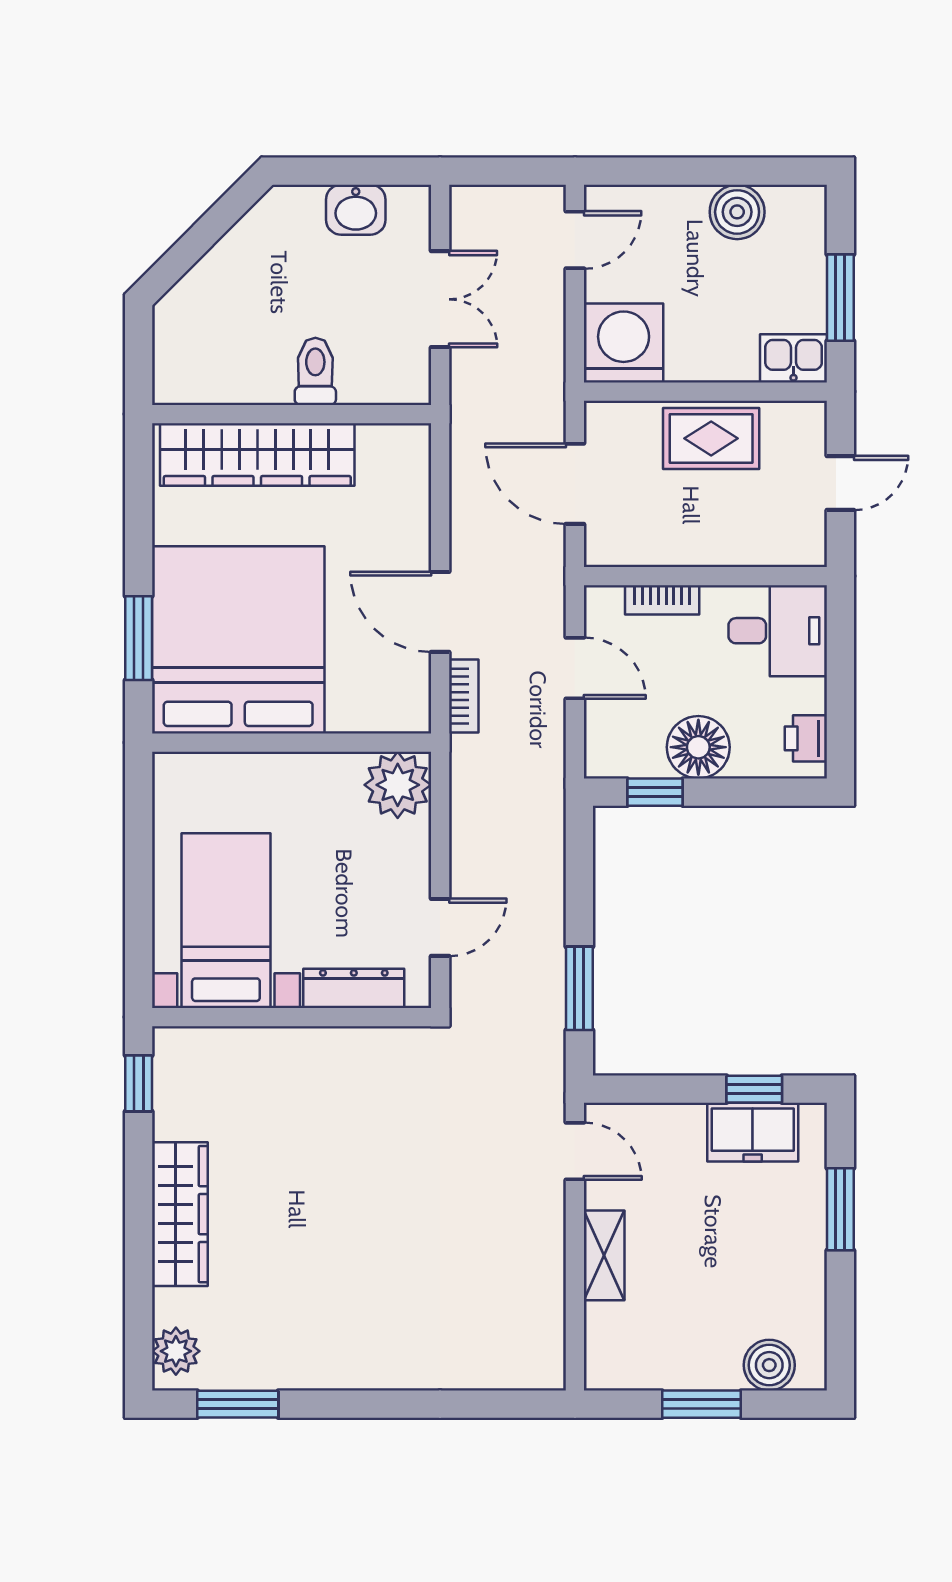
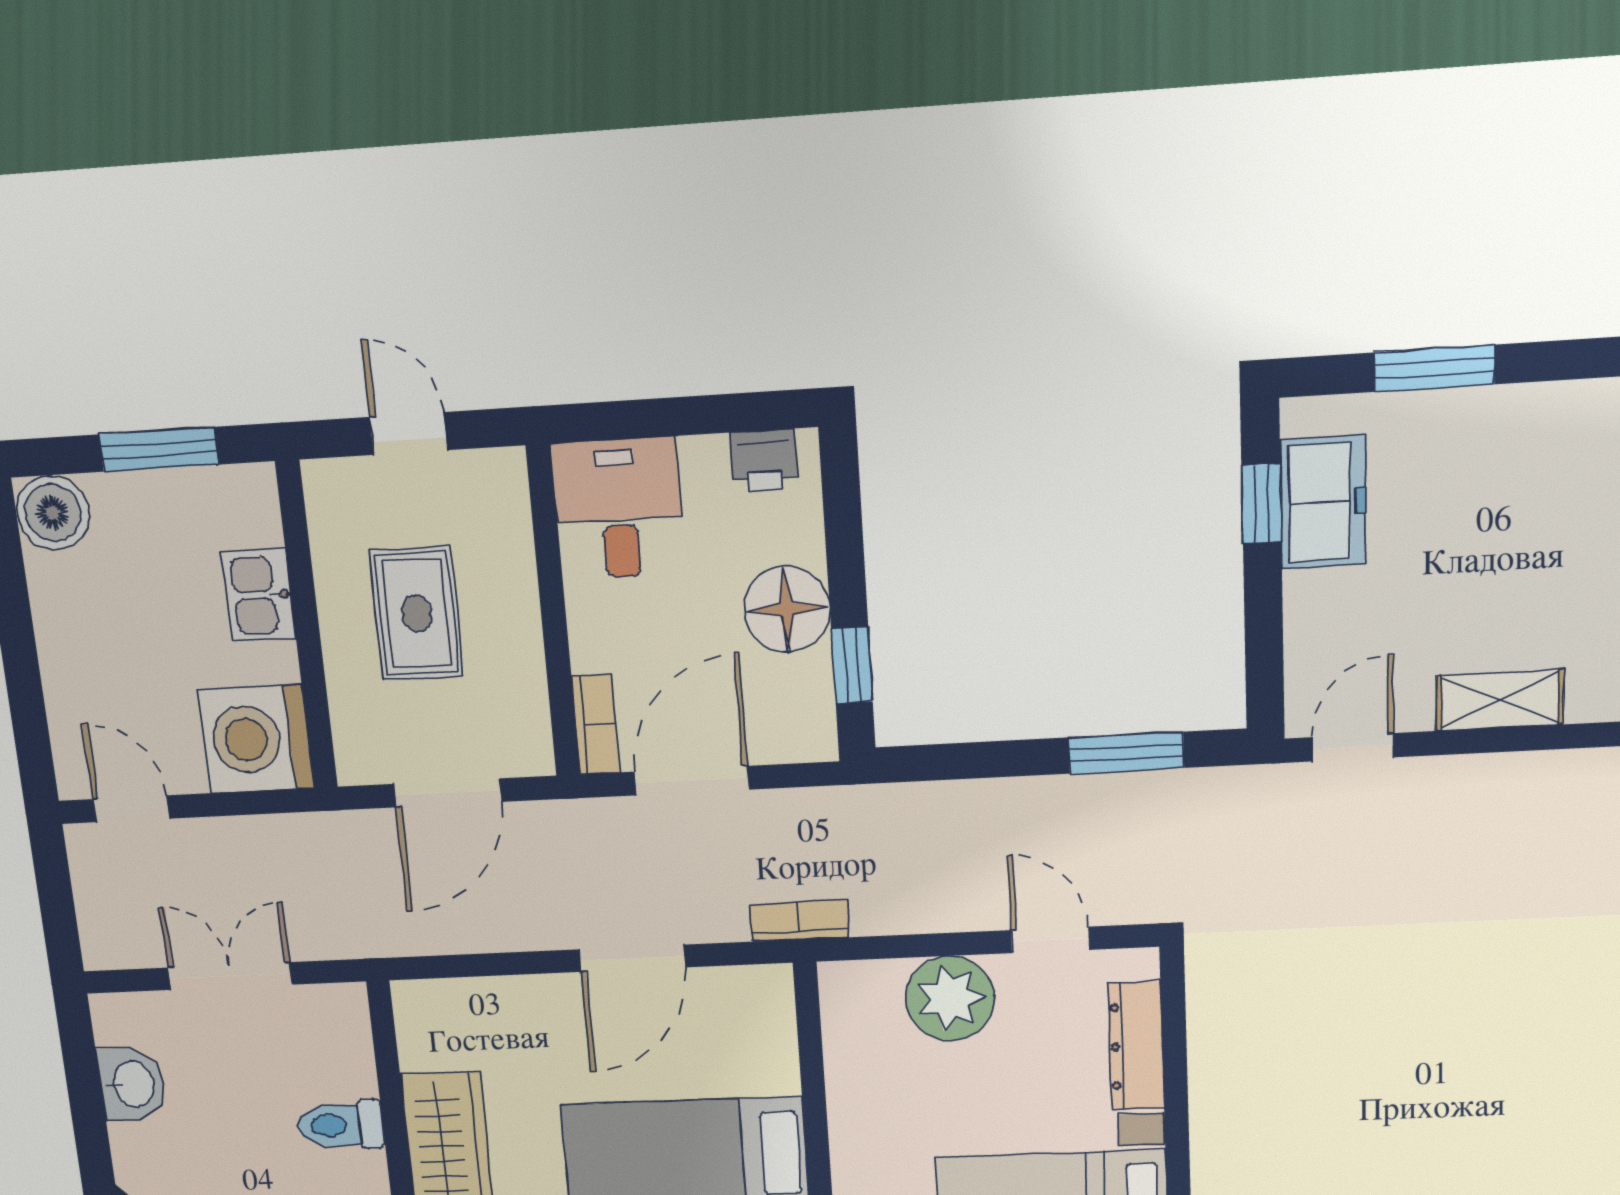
boiler: (737, 212) -> (53, 513), moved
kitchen sink: (794, 358) -> (259, 595), moved
rug: (711, 438) -> (417, 613), moved
bookcase: (662, 600) -> (596, 724), moved
door: (575, 668) -> (692, 781), width x1.38
bookcase: (464, 696) -> (799, 921), moved
plant: (398, 785) -> (950, 998), moved

